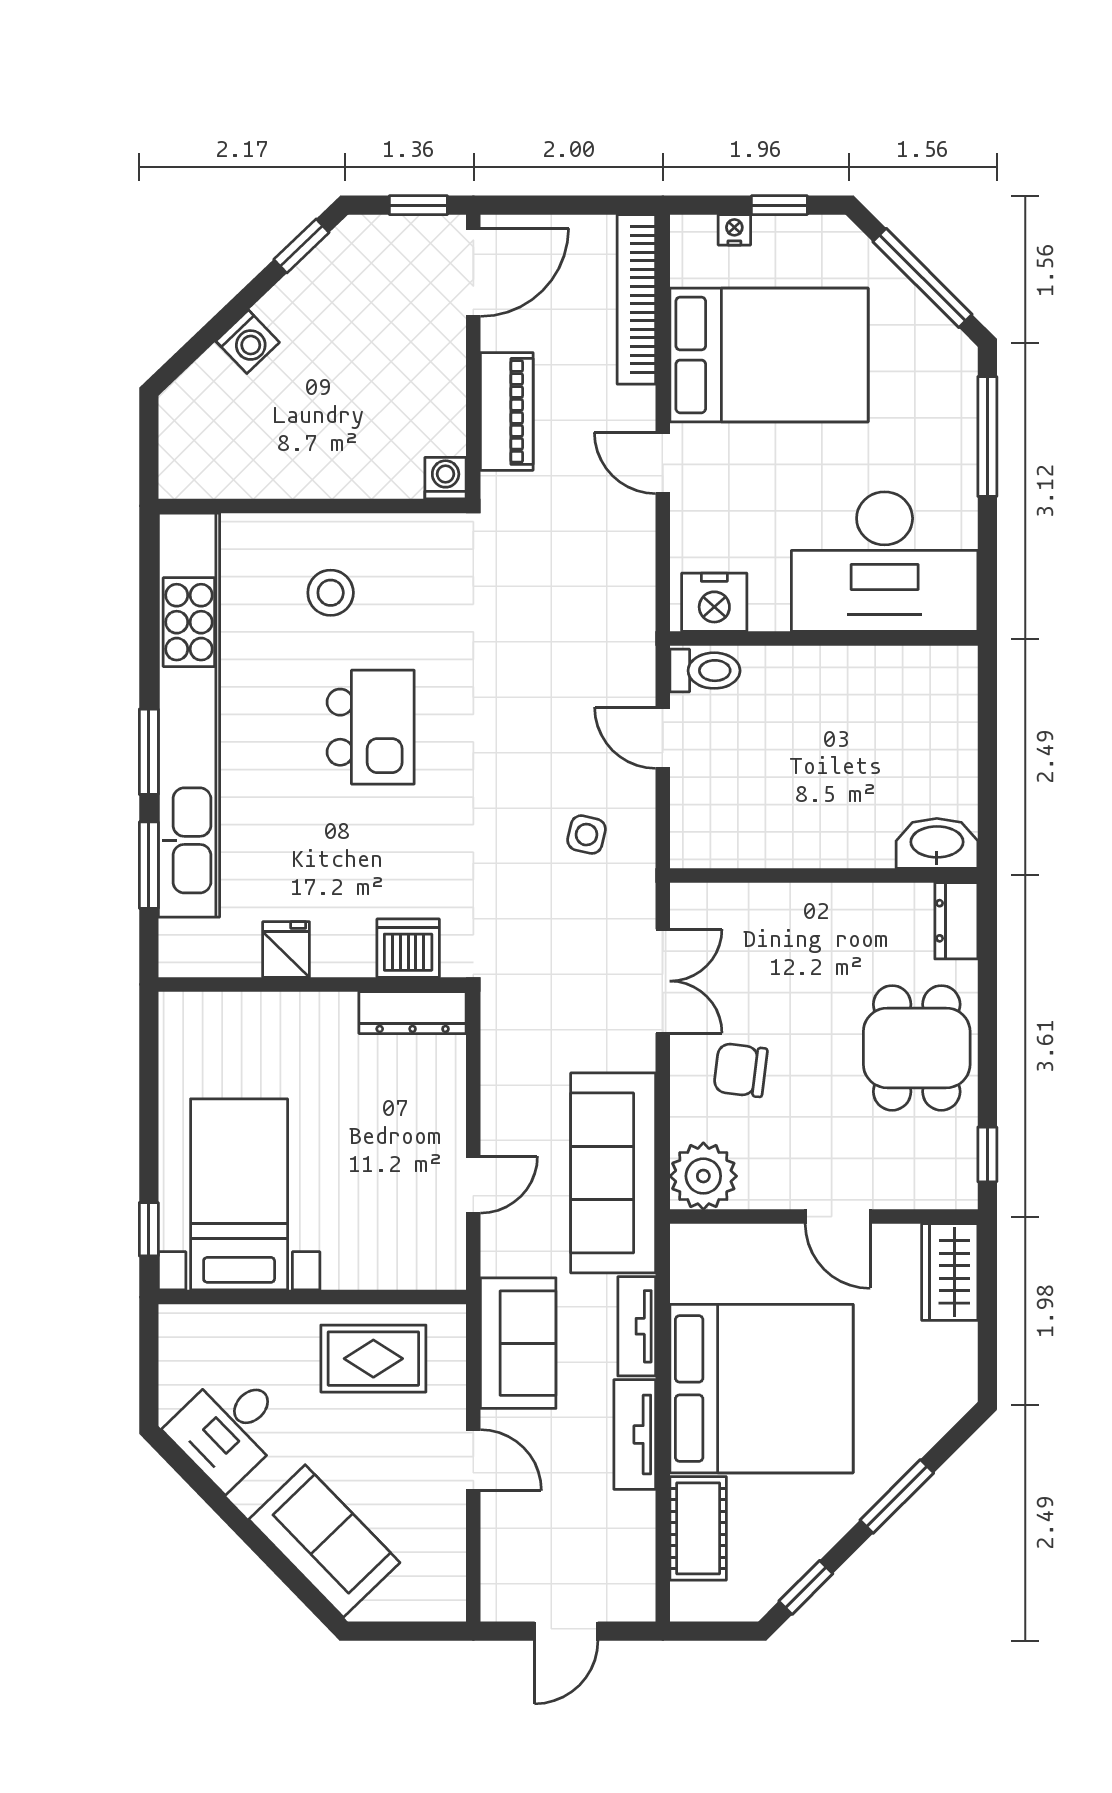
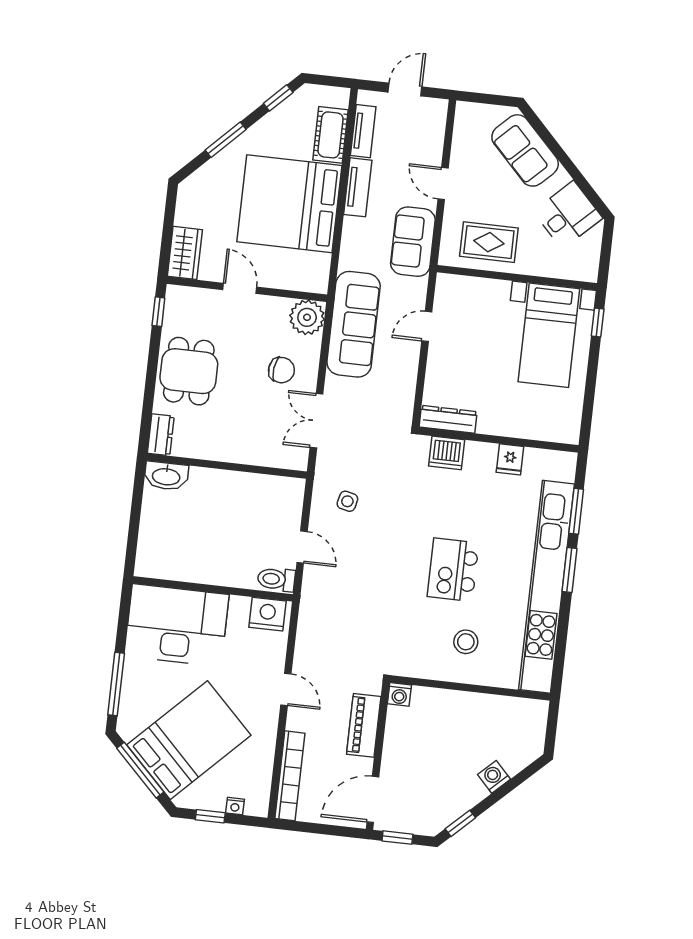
bed: (769, 355) -> (189, 740), moved, turned 135
tv unit: (637, 1326) -> (363, 131), moved

